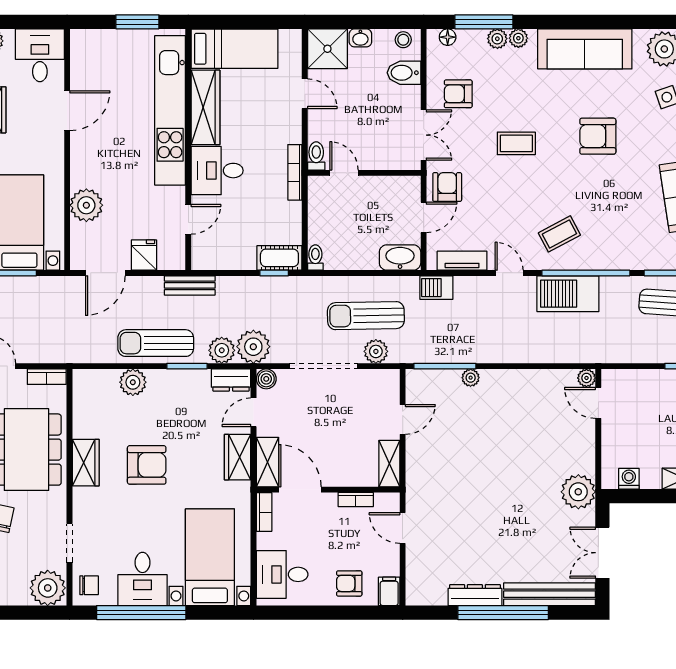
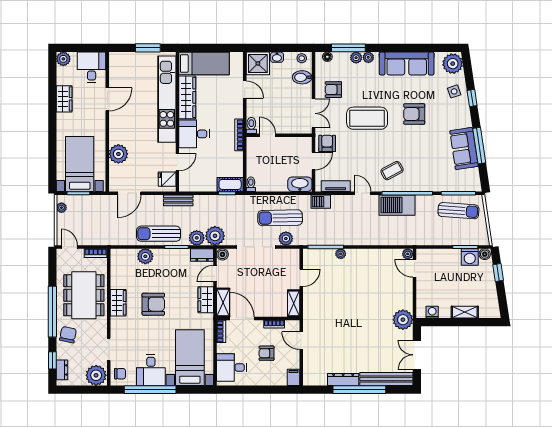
coffee table: (516, 143) -> (367, 118), width x1.86, depth x1.72
fridge: (144, 255) -> (167, 179), moved, turned -90
armchair: (349, 583) -> (266, 353), moved

